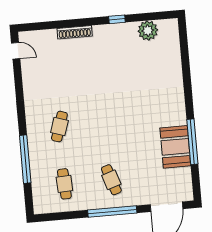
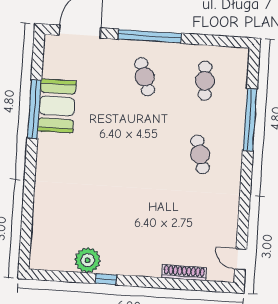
plant: (148, 31) -> (88, 260), moved
shoe rack: (75, 32) -> (184, 273), moved
cafe table: (59, 127) -> (200, 154), turned -33

